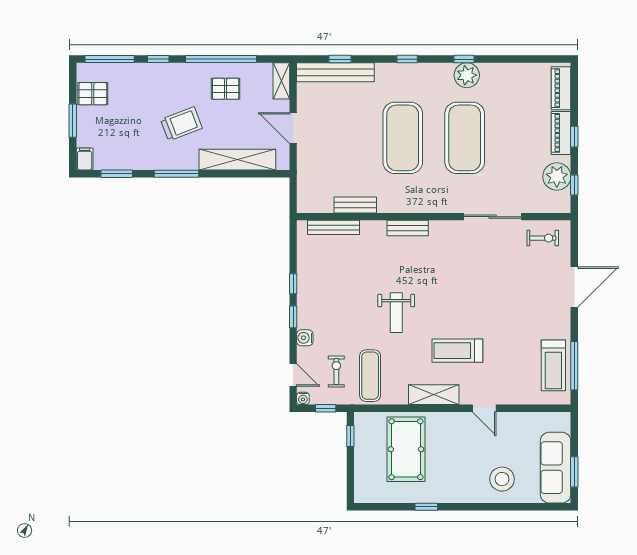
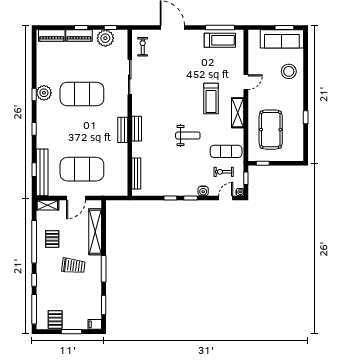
trolley: (181, 124) -> (73, 266), turned 118
exercise mat: (403, 138) -> (82, 169), moved
bench: (355, 205) -> (123, 130), moved
pool table: (406, 449) -> (271, 130), turned 90

